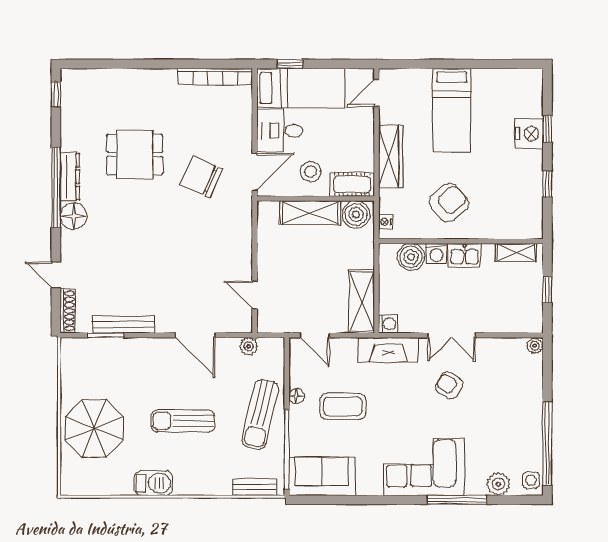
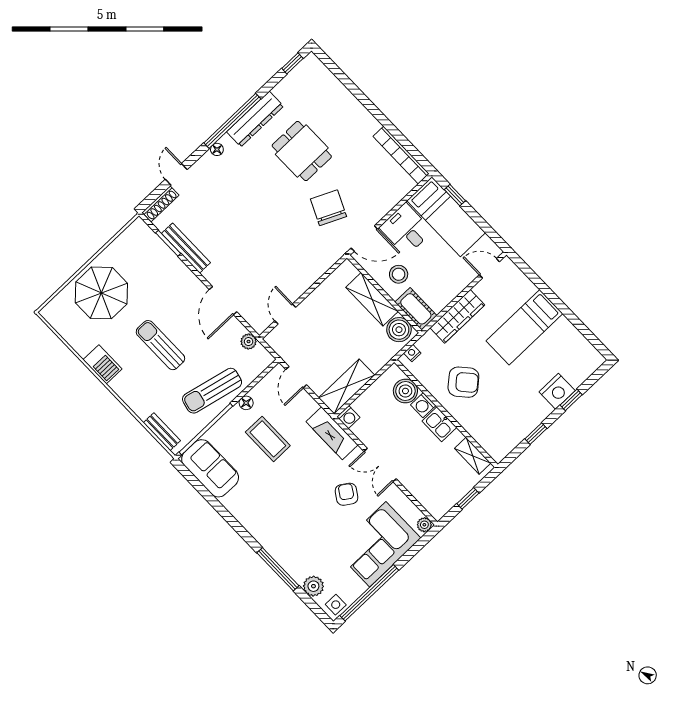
dresser: (70, 177) -> (255, 119), width x1.37, depth x1.24
floor lamp: (74, 216) -> (217, 149), width x0.53, depth x0.53
corner sofa: (424, 467) -> (378, 544), moved, turned -90

